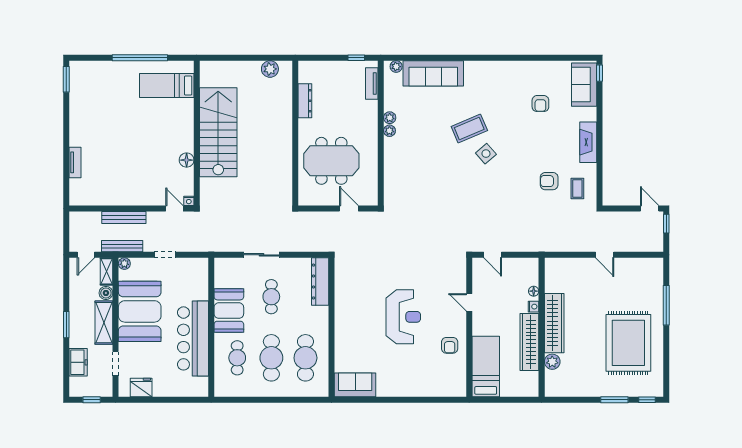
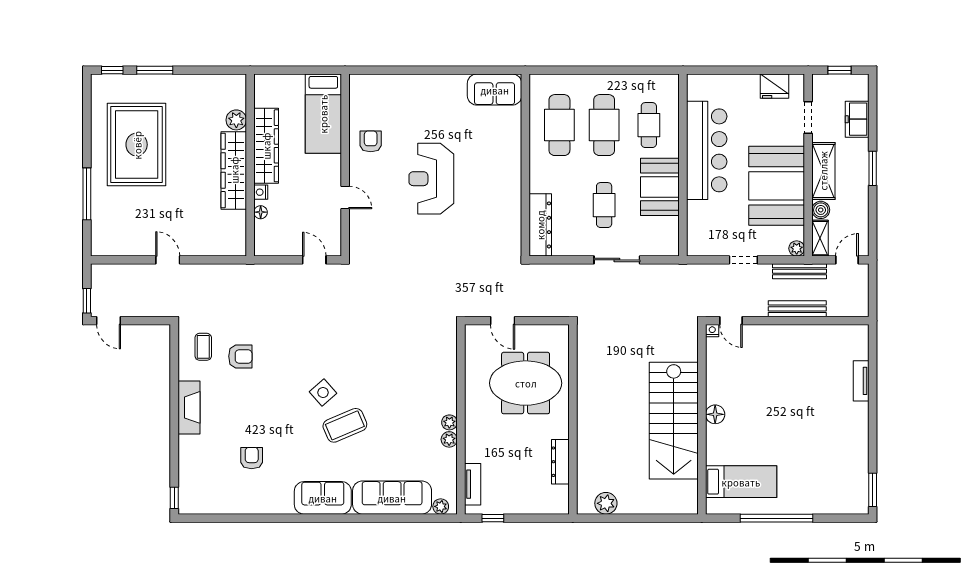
sofa: (584, 85) -> (323, 498), moved, turned -90
floor lamp: (187, 160) -> (715, 414), moved

